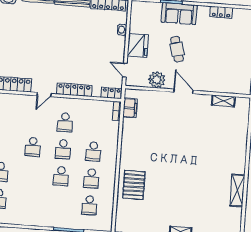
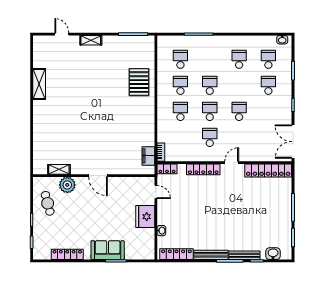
locker: (221, 12) -> (67, 254), width x1.53
cafe table: (177, 49) -> (48, 203), moved
plant: (157, 80) -> (67, 185), moved
school desk: (29, 201) -> (239, 59), added

